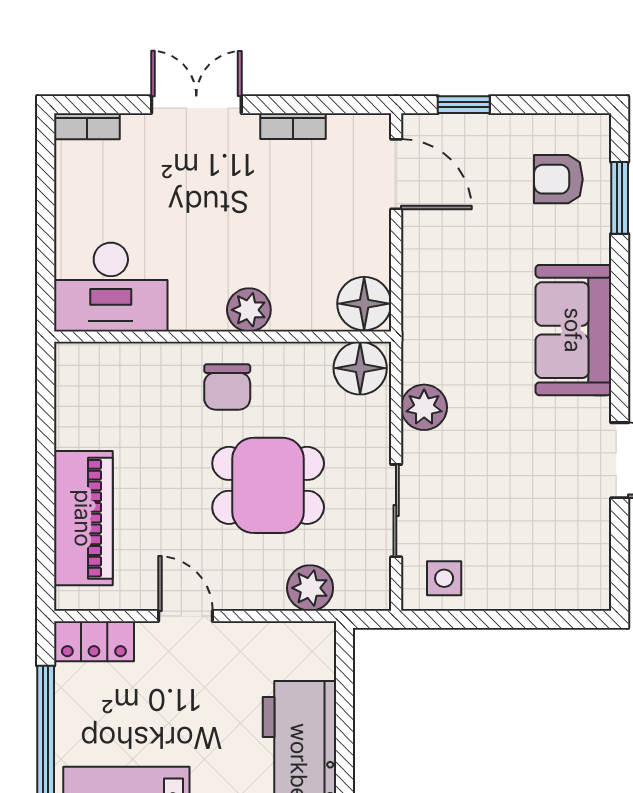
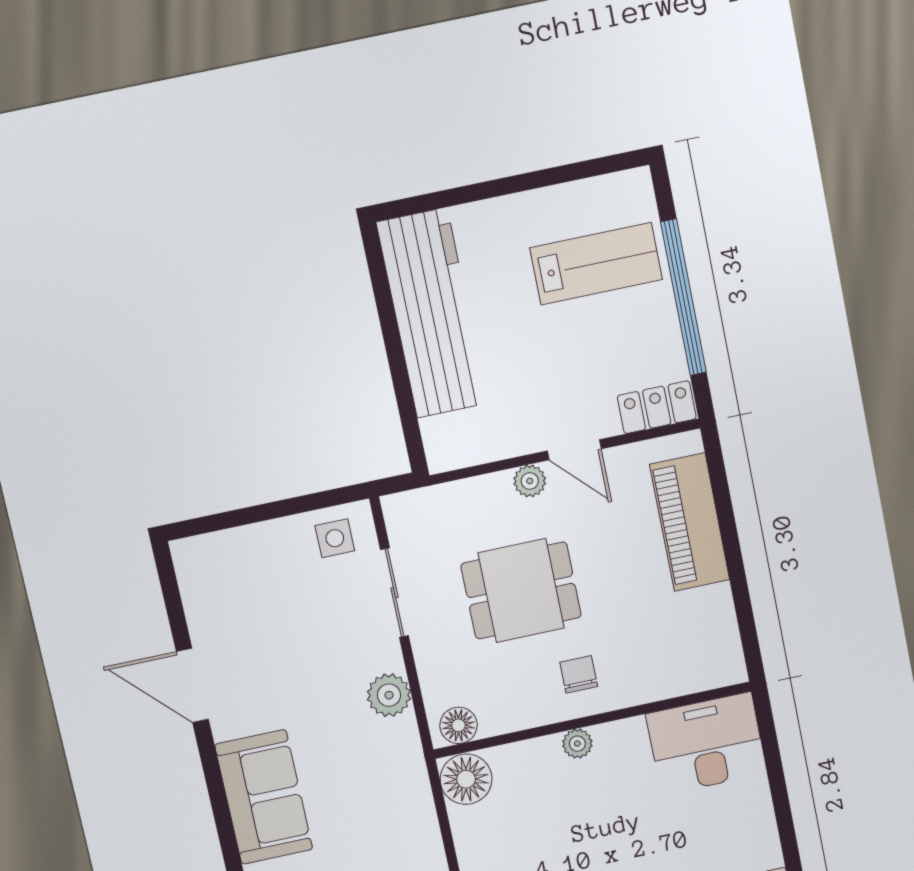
plant: (249, 310) -> (577, 744), width x0.73, depth x0.73
floor lamp: (360, 368) -> (459, 725), width x0.73, depth x0.73
chair: (227, 387) -> (579, 674), width x0.73, depth x0.73
plant: (310, 588) -> (530, 481), moved, width x0.73, depth x0.73

